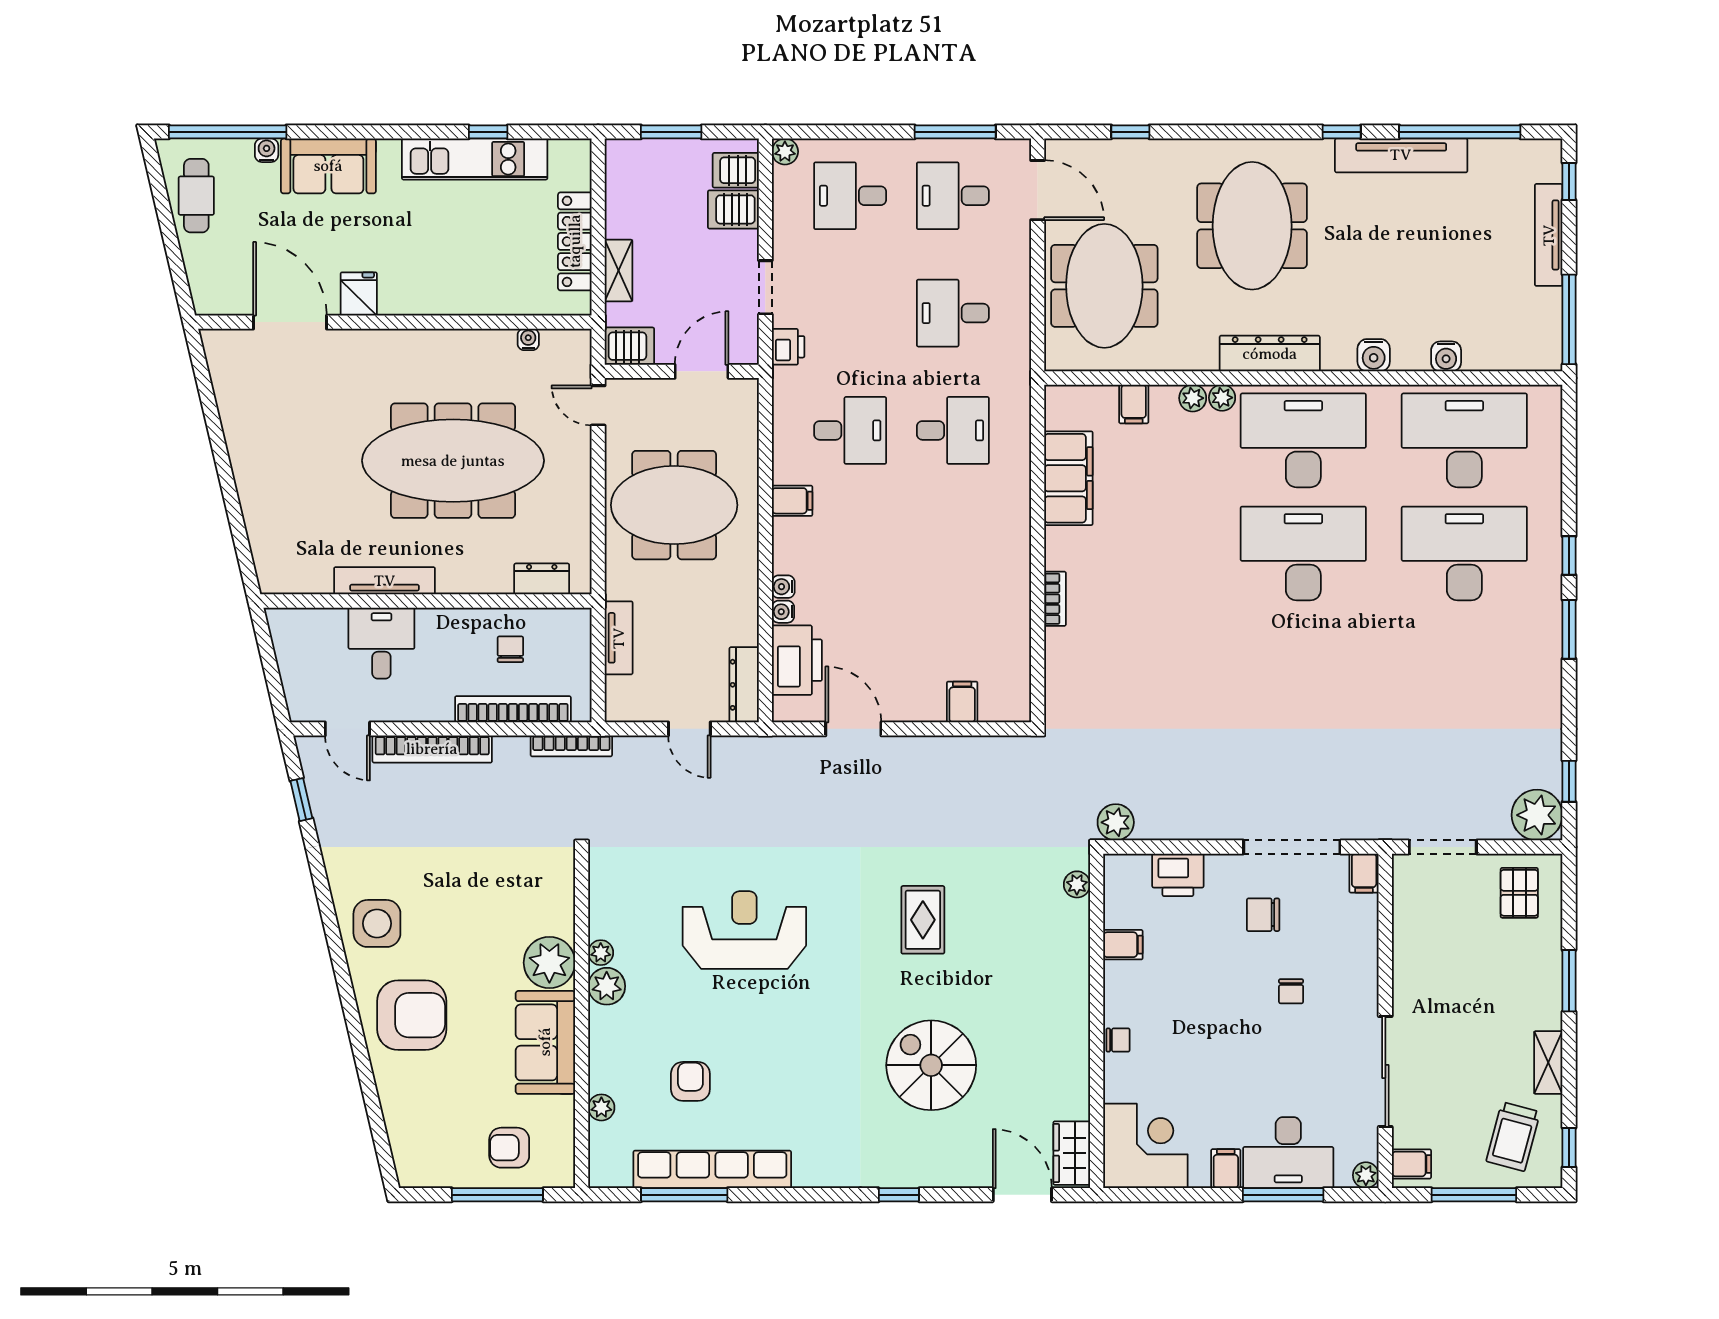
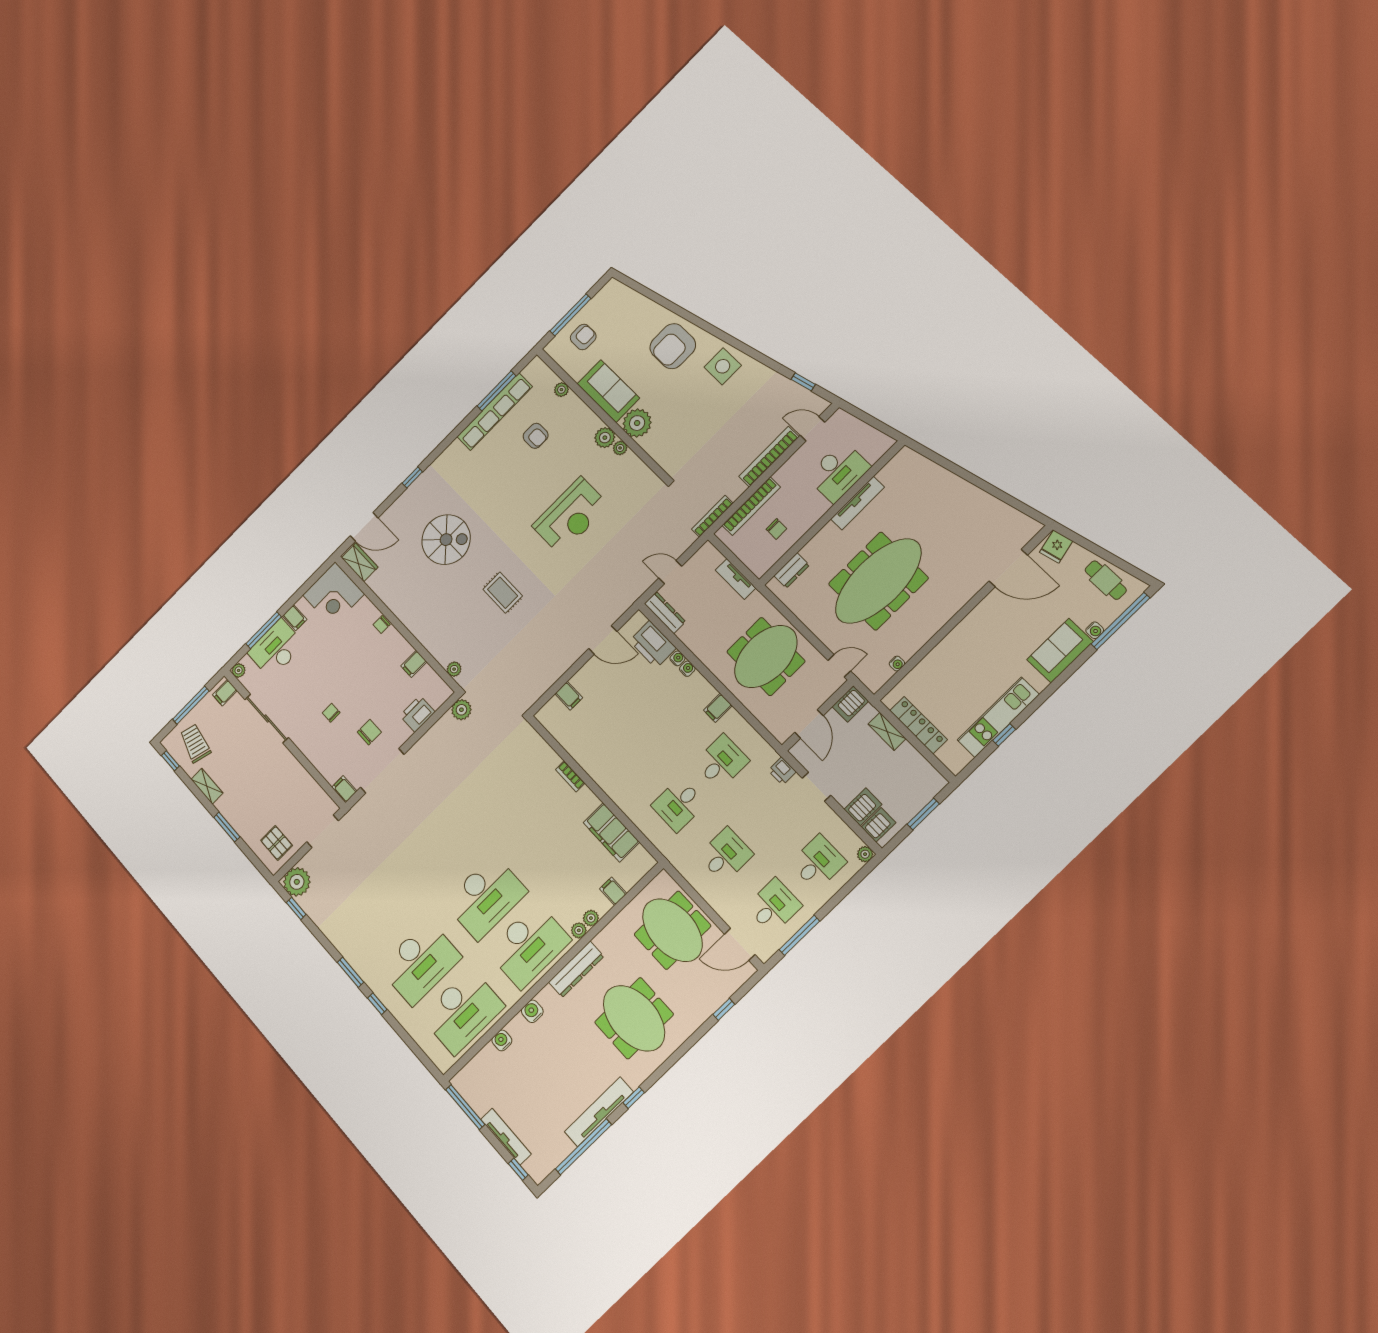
fridge: (359, 294) -> (1056, 547), moved, turned 77
desk: (850, 430) -> (722, 762), turned 180
desk: (381, 643) -> (838, 472), width x1.37

